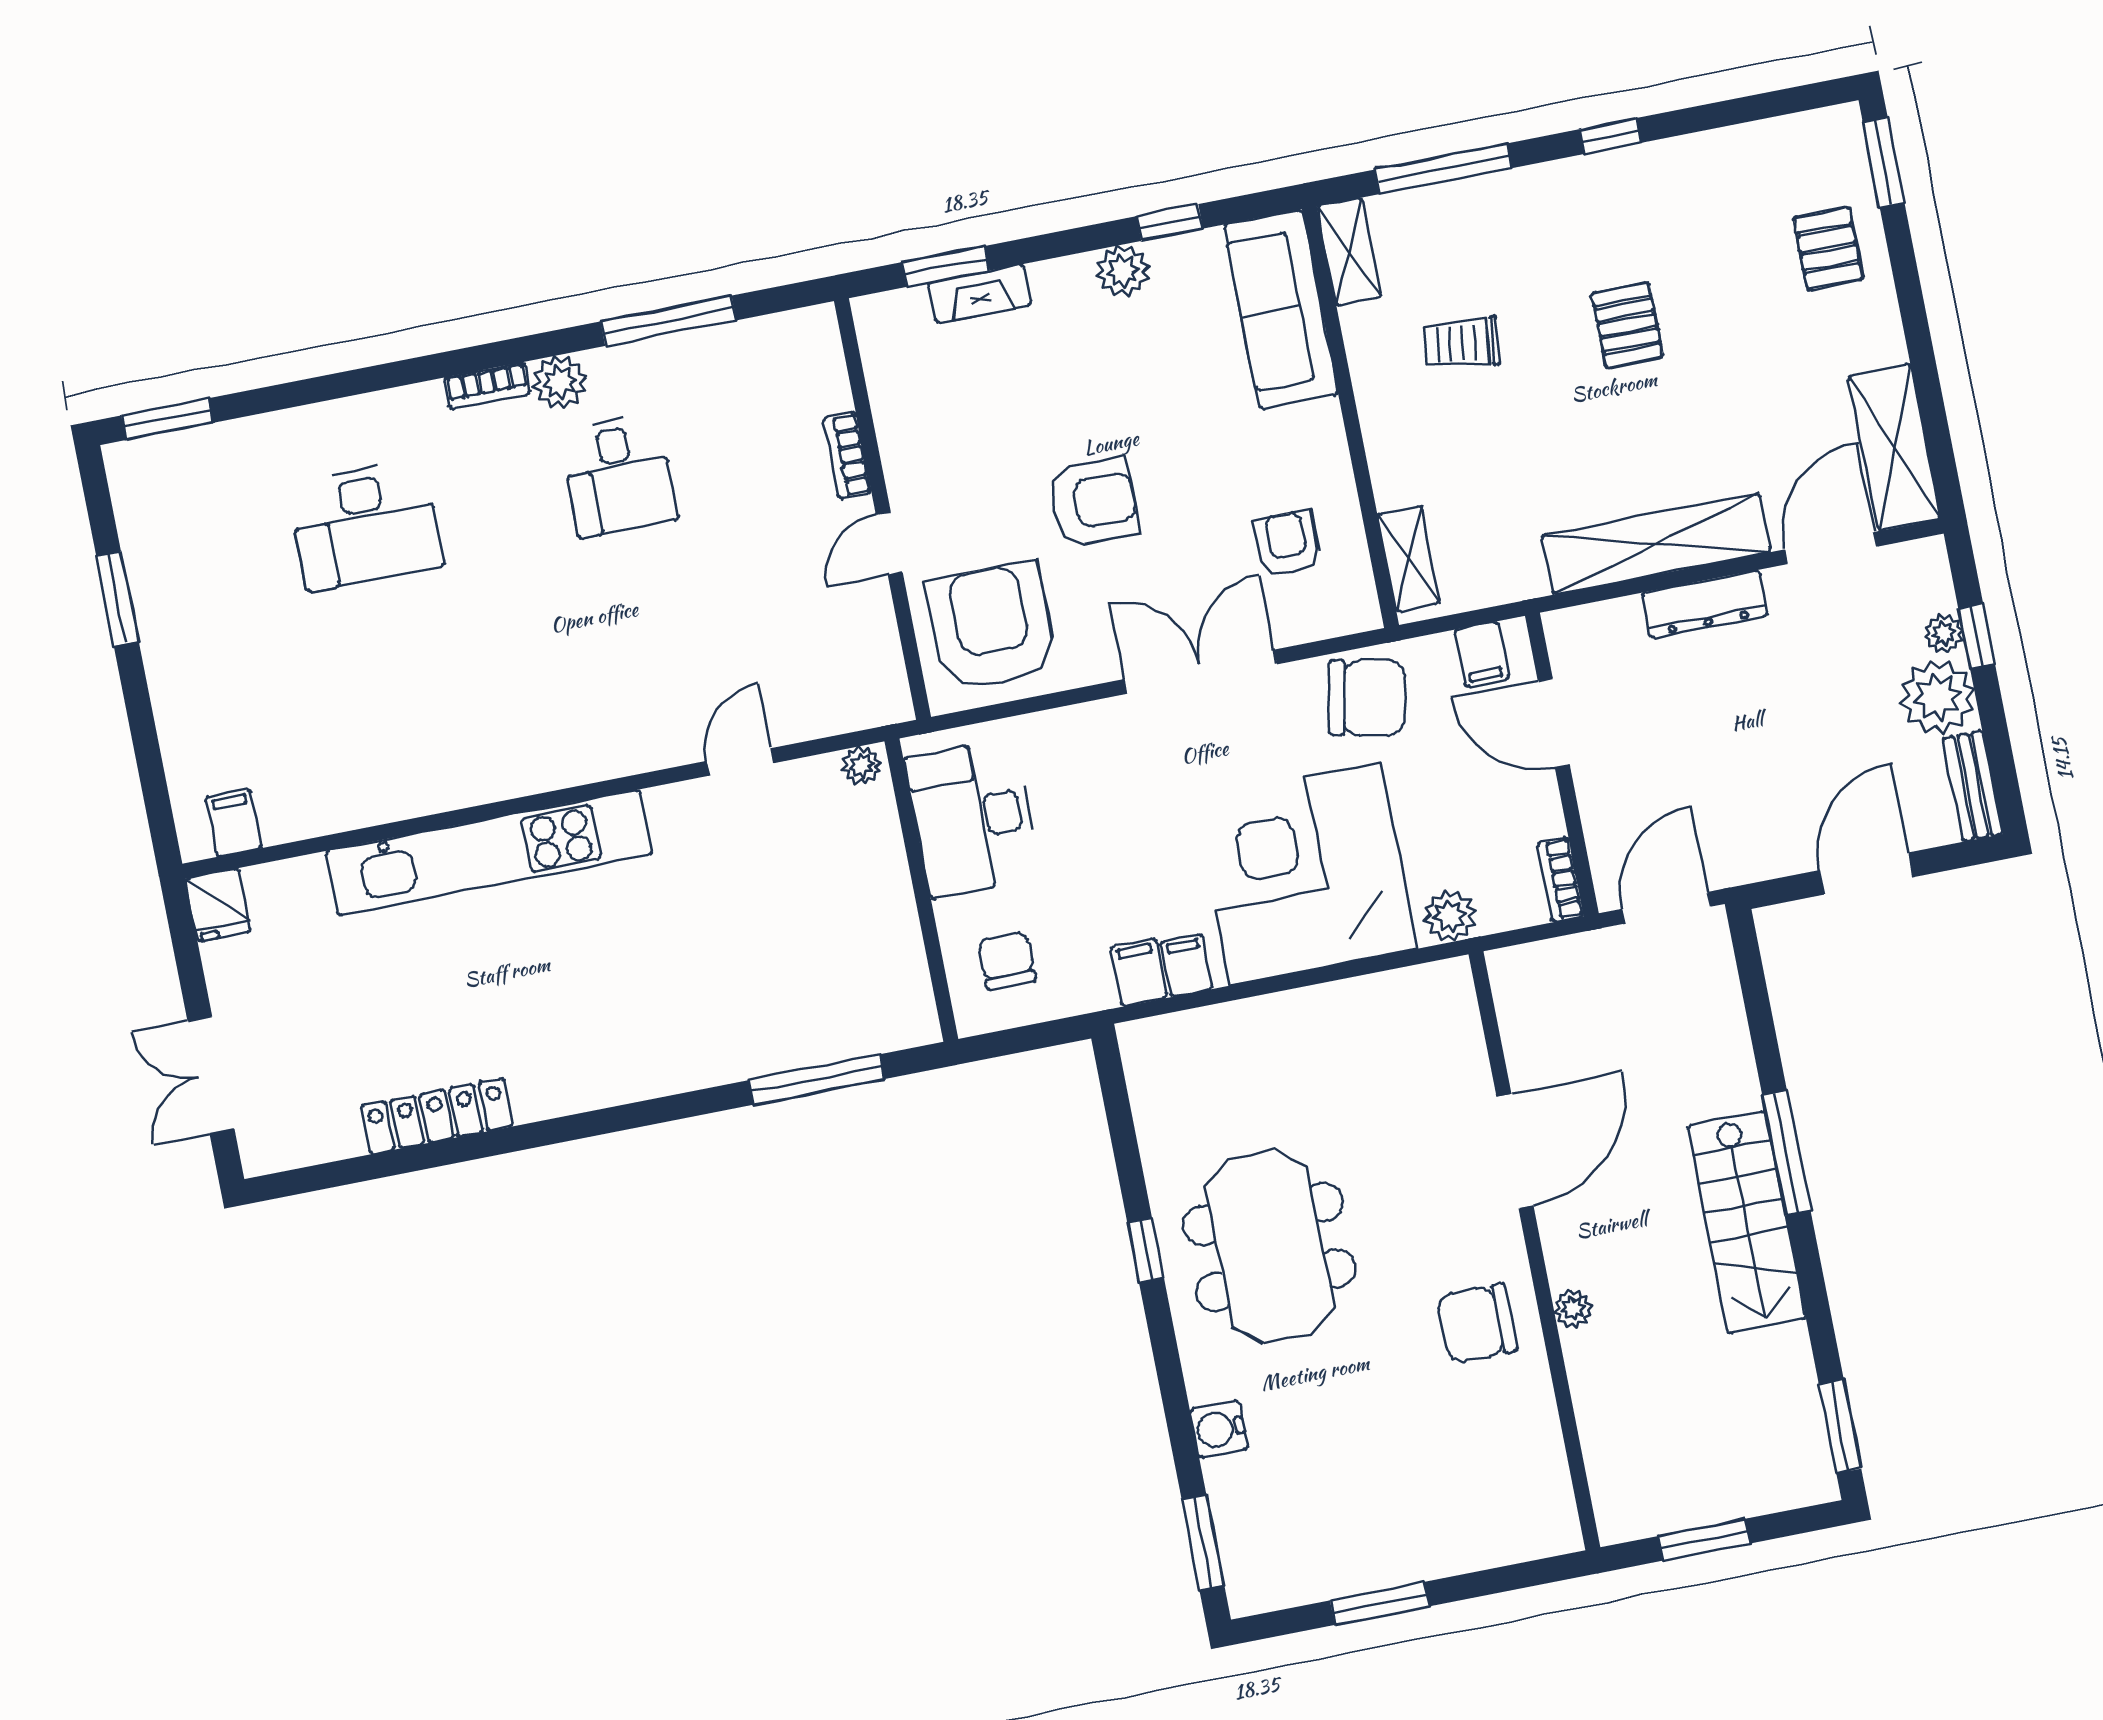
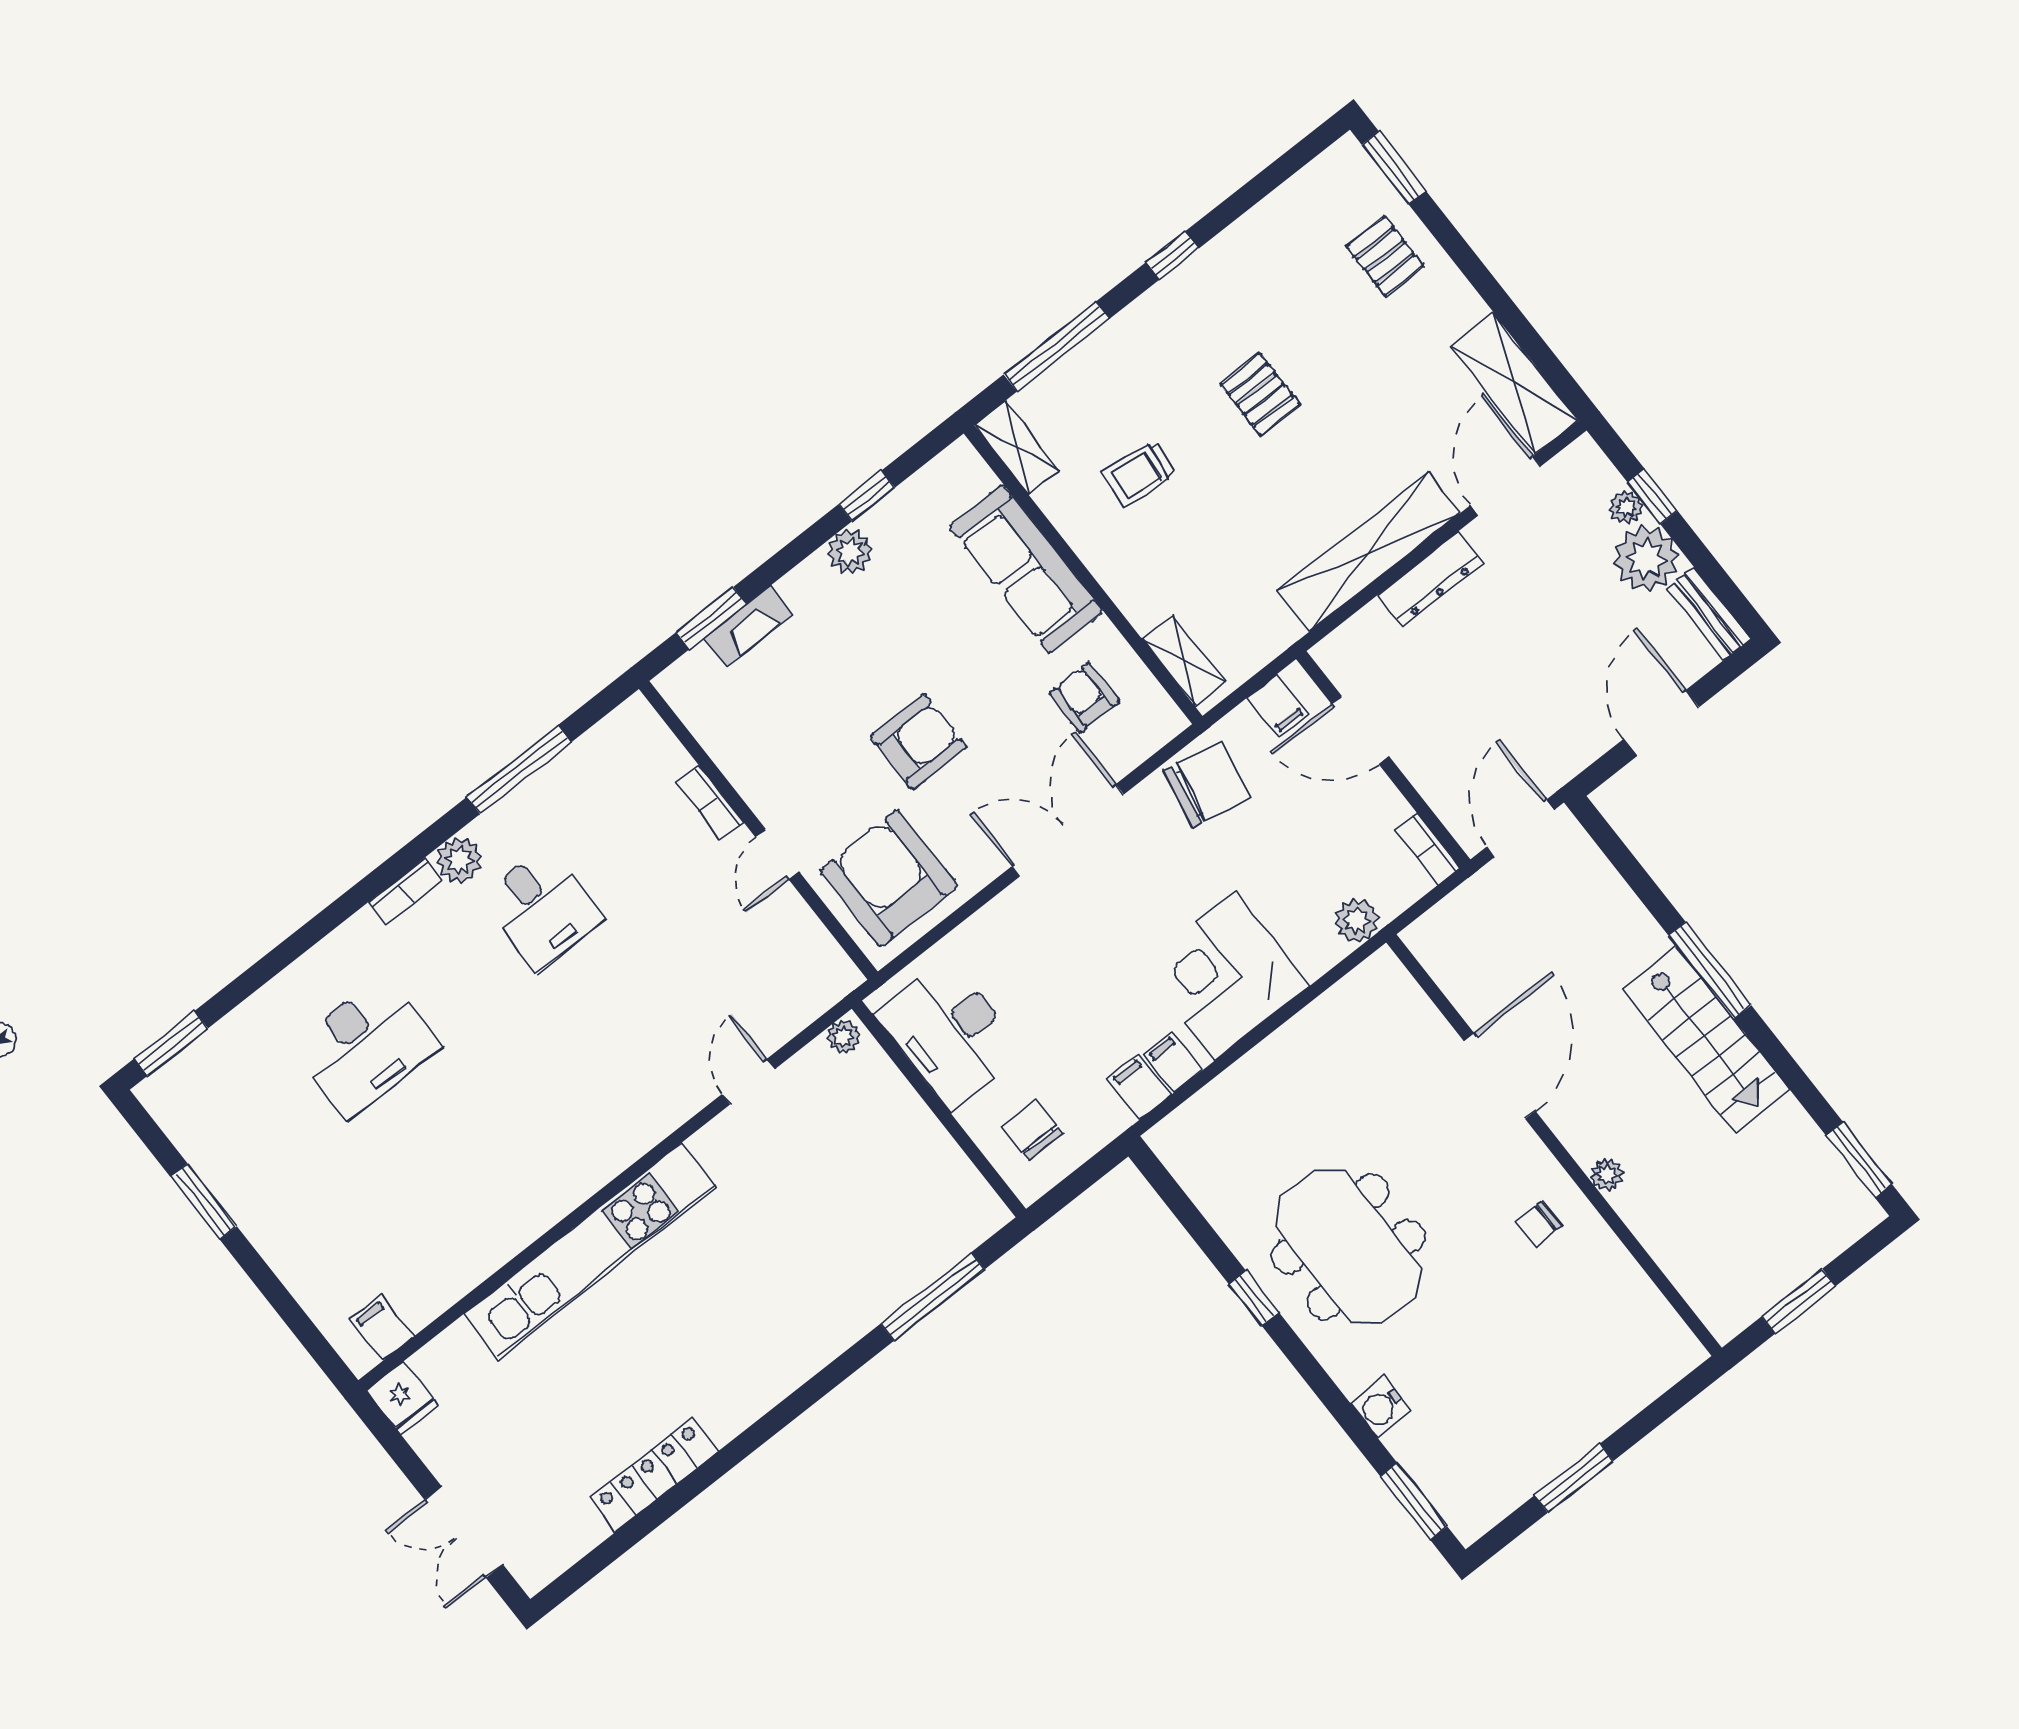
sofa: (1281, 309) -> (1026, 569), moved
corner desk: (1305, 874) -> (1225, 976), width x0.74, depth x0.74
chair: (1477, 1323) -> (1539, 1224), width x0.54, depth x0.54

